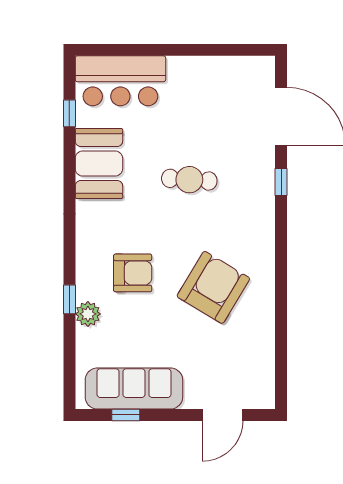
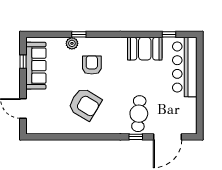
bar counter: (120, 81) -> (185, 67), width x1.36
cafe table: (189, 180) -> (139, 114), moved, width x1.37, depth x1.35
armchair: (133, 273) -> (92, 65), turned 180

